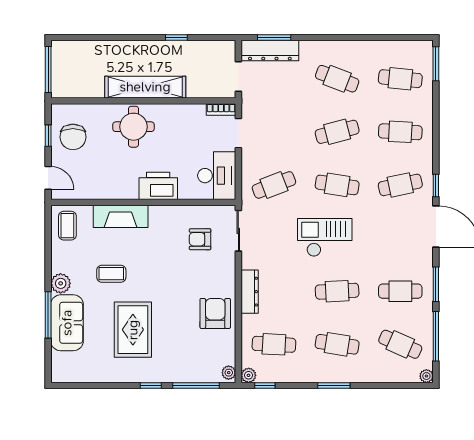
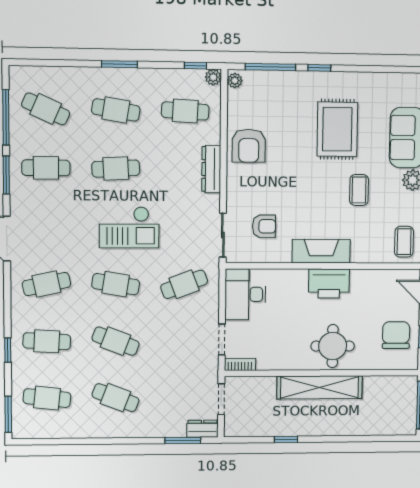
dresser: (270, 51) -> (202, 429), width x0.51, depth x0.80
cafe table: (337, 132) -> (116, 341), turned 36
window: (436, 185) -> (8, 350), moved
printer: (158, 186) -> (329, 283), moved
fireplace: (121, 216) -> (321, 251), moved
coffee table: (111, 274) -> (359, 190), turned 90
plant: (426, 376) -> (16, 73), removed

